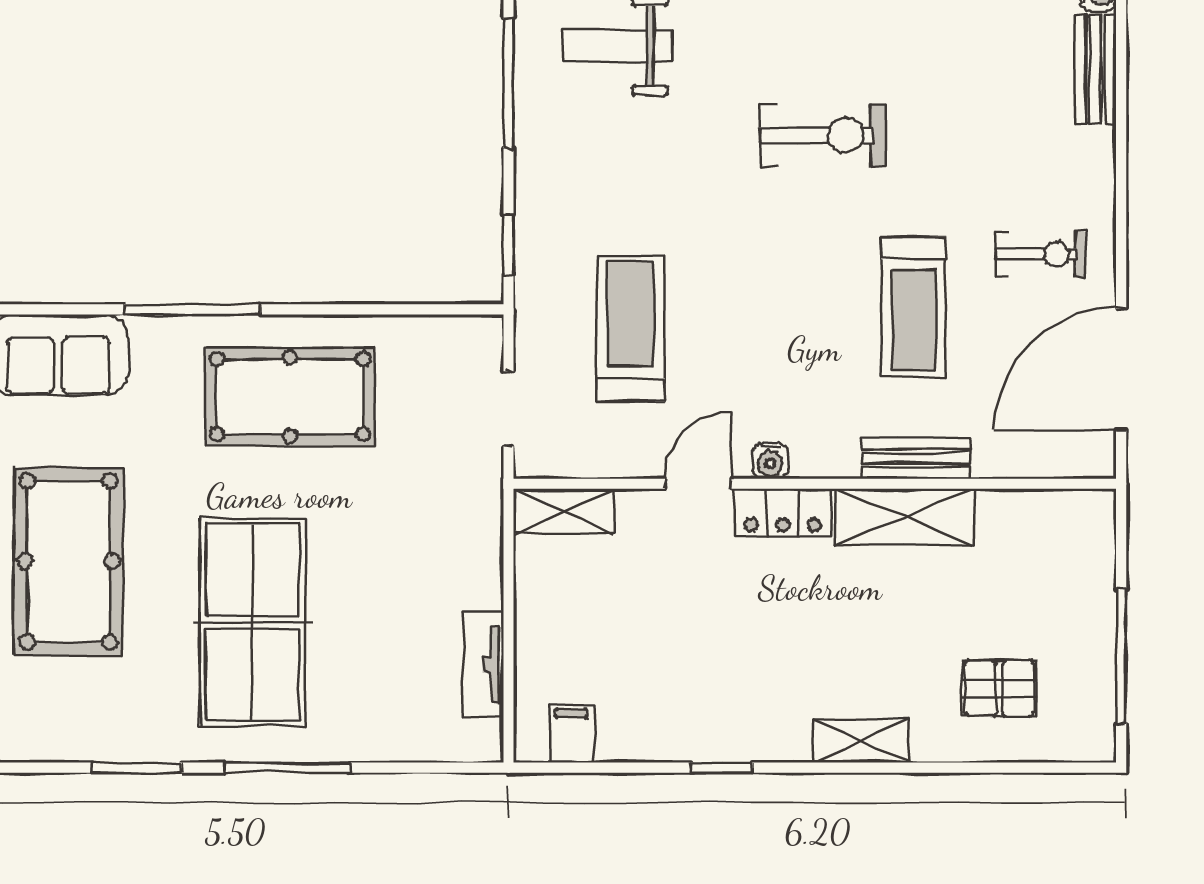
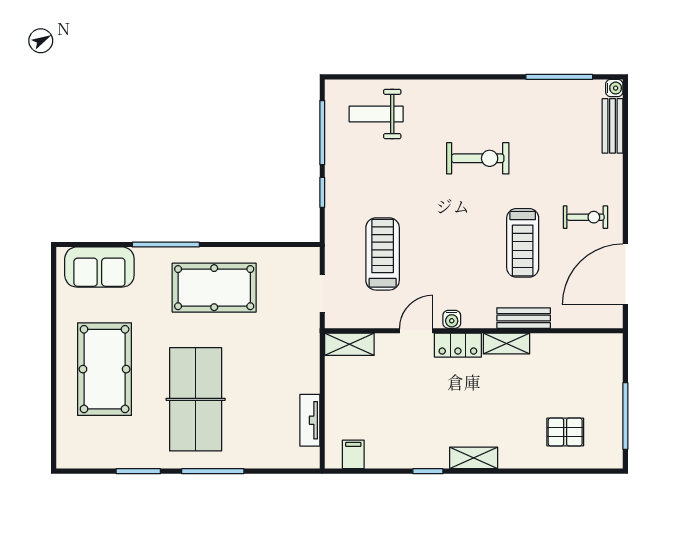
window: (509, 245) -> (322, 192), moved
shelving: (904, 517) -> (506, 344), width x0.67, depth x0.75
shelving: (861, 741) -> (474, 458), moved

